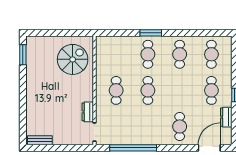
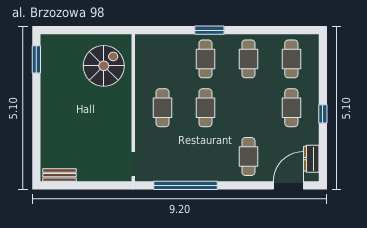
dresser: (88, 112) -> (124, 137), removed
dresser: (226, 117) -> (311, 159), moved

